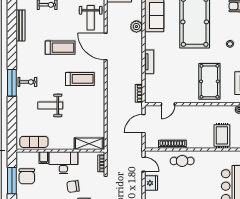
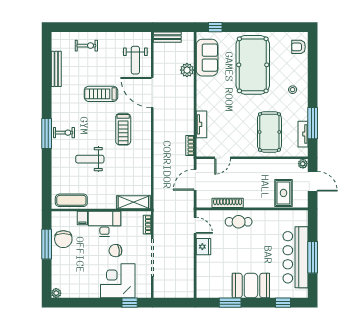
treadmill: (60, 48) -> (101, 94), turned 180
tv unit: (149, 62) -> (201, 124), moved
treadmill: (80, 79) -> (123, 129), turned 90

